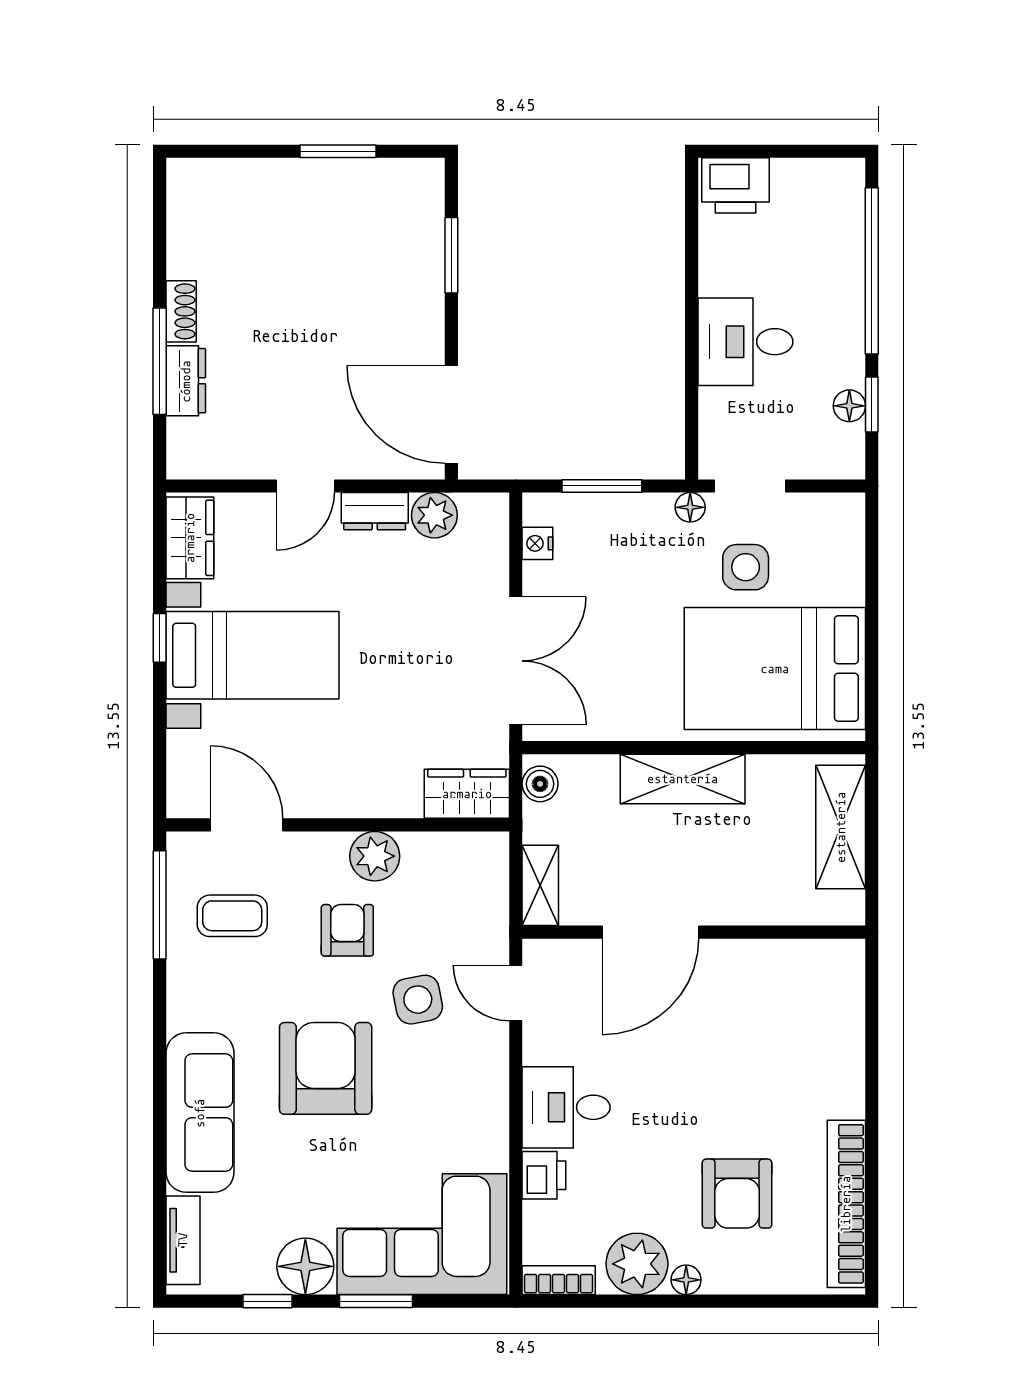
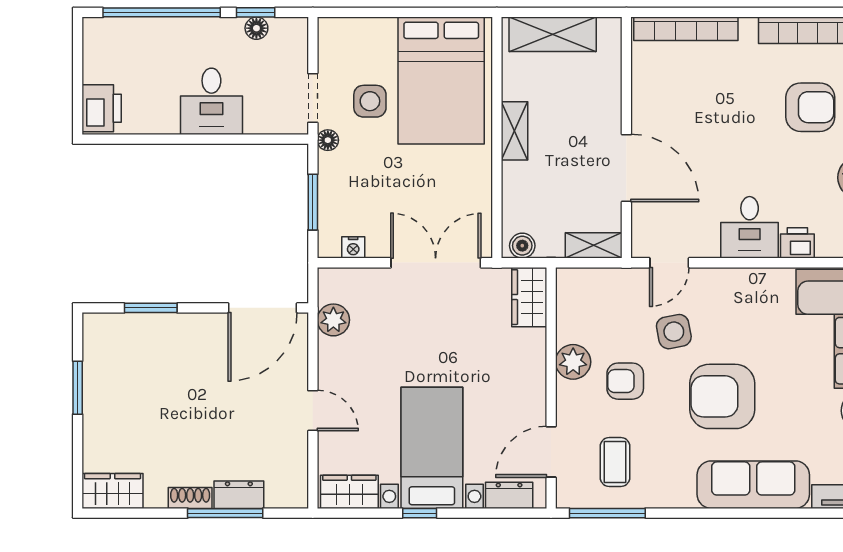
wardrobe: (191, 201) -> (112, 491), added
dresser: (375, 511) -> (509, 495), moved, turned -90
shelving: (683, 779) -> (514, 131), width x0.67, depth x0.75
bookcase: (849, 1017) -> (686, 29), added

